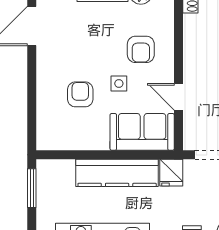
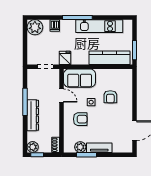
armchair: (141, 49) -> (80, 119), turned 90
kitchen counter: (117, 173) -> (110, 58), moved

